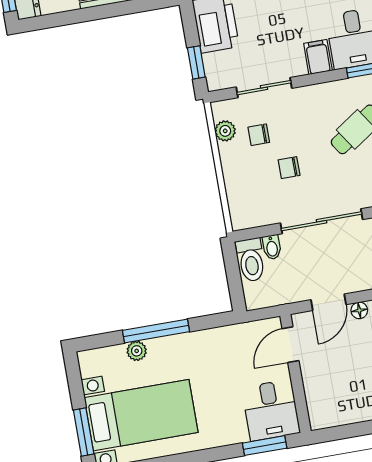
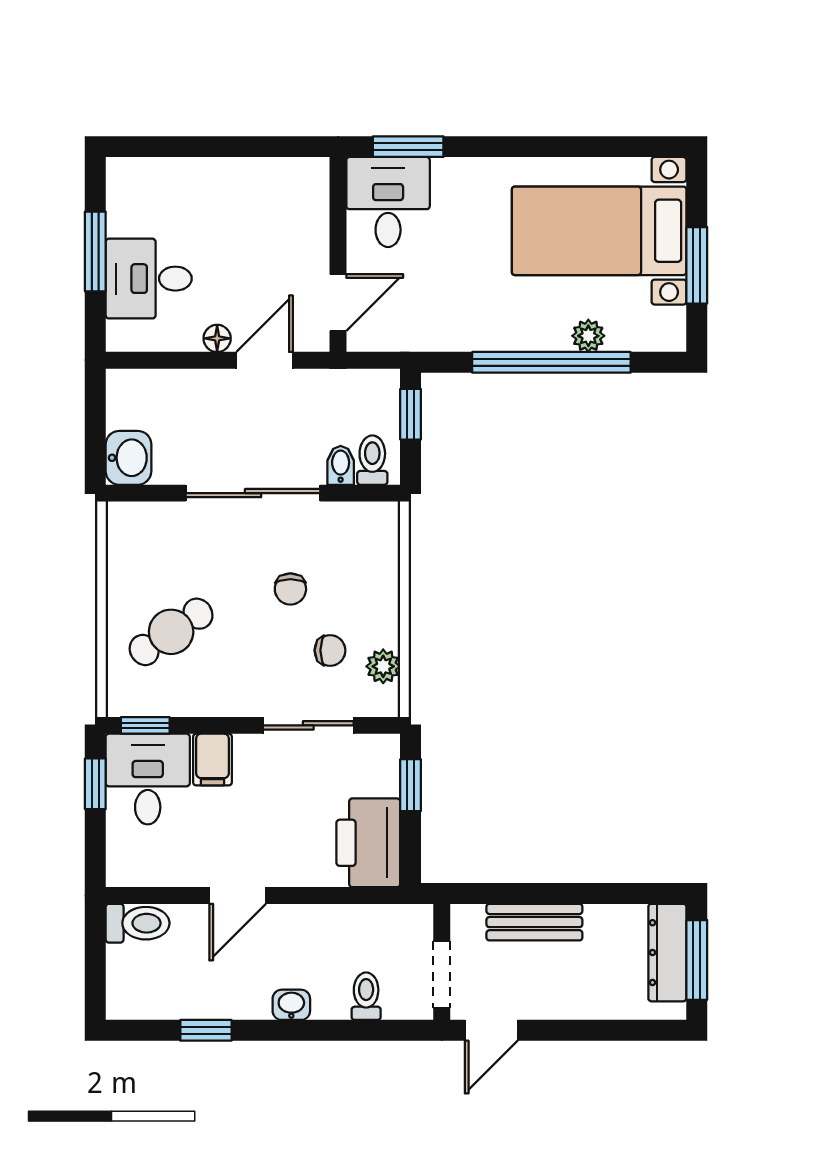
chair: (289, 168) -> (290, 589), turned 90
toilet: (251, 260) -> (372, 460), width x0.73, depth x0.72
window: (235, 285) -> (411, 414), added
window: (156, 331) -> (551, 362), width x1.46
window: (84, 432) -> (697, 265), moved

